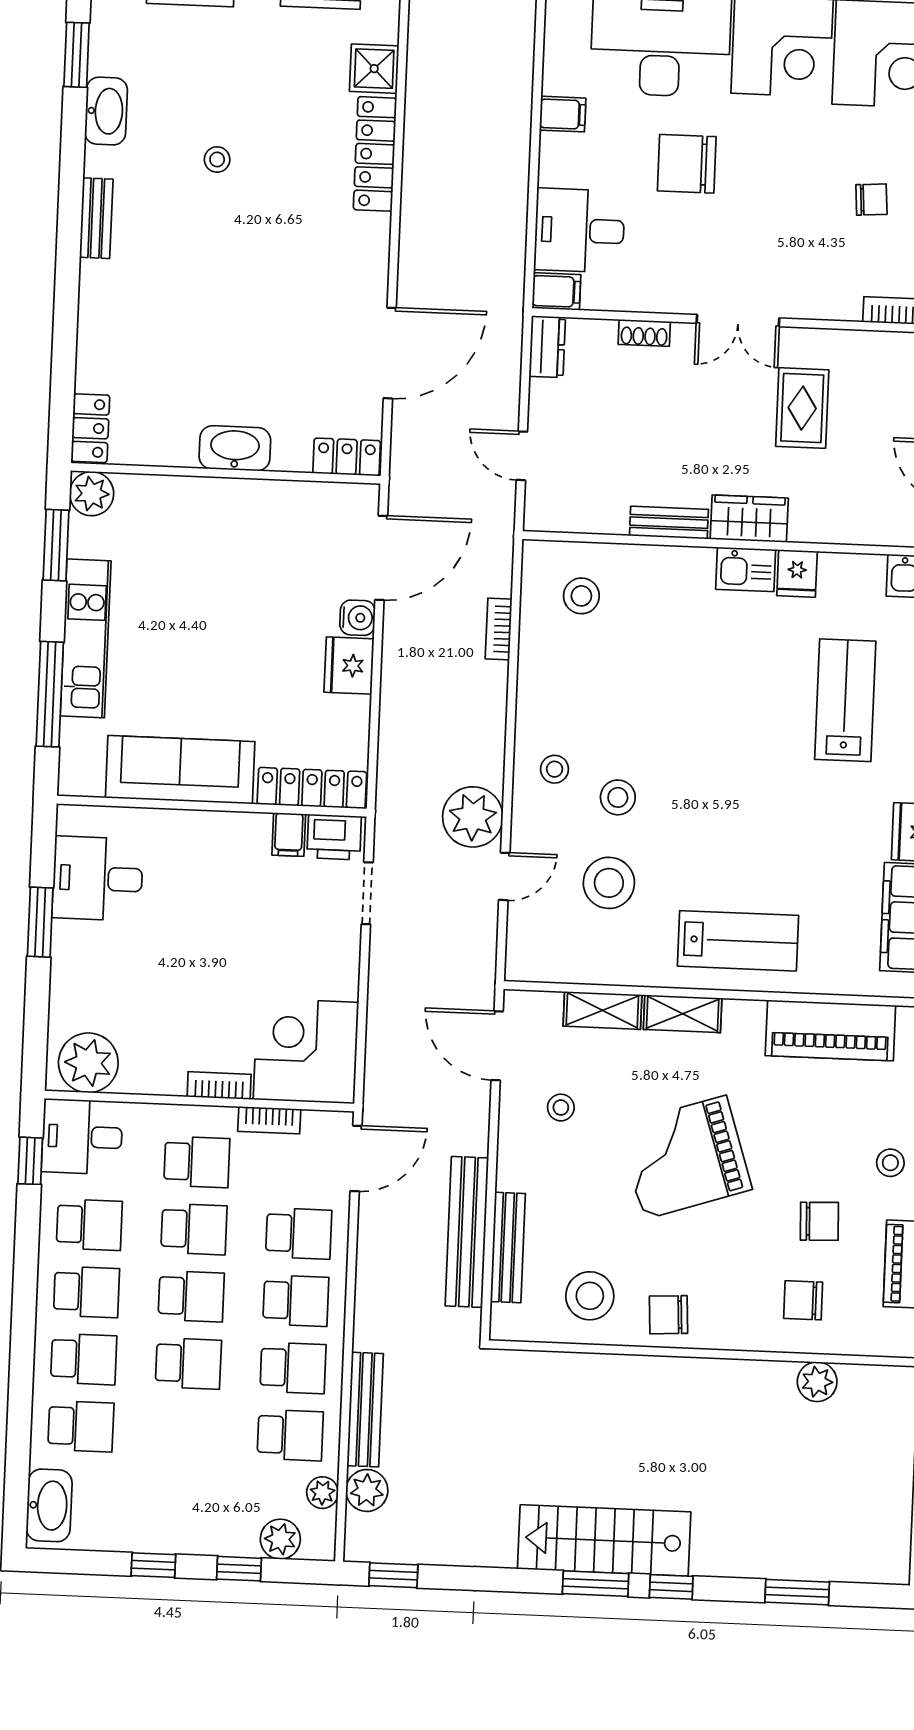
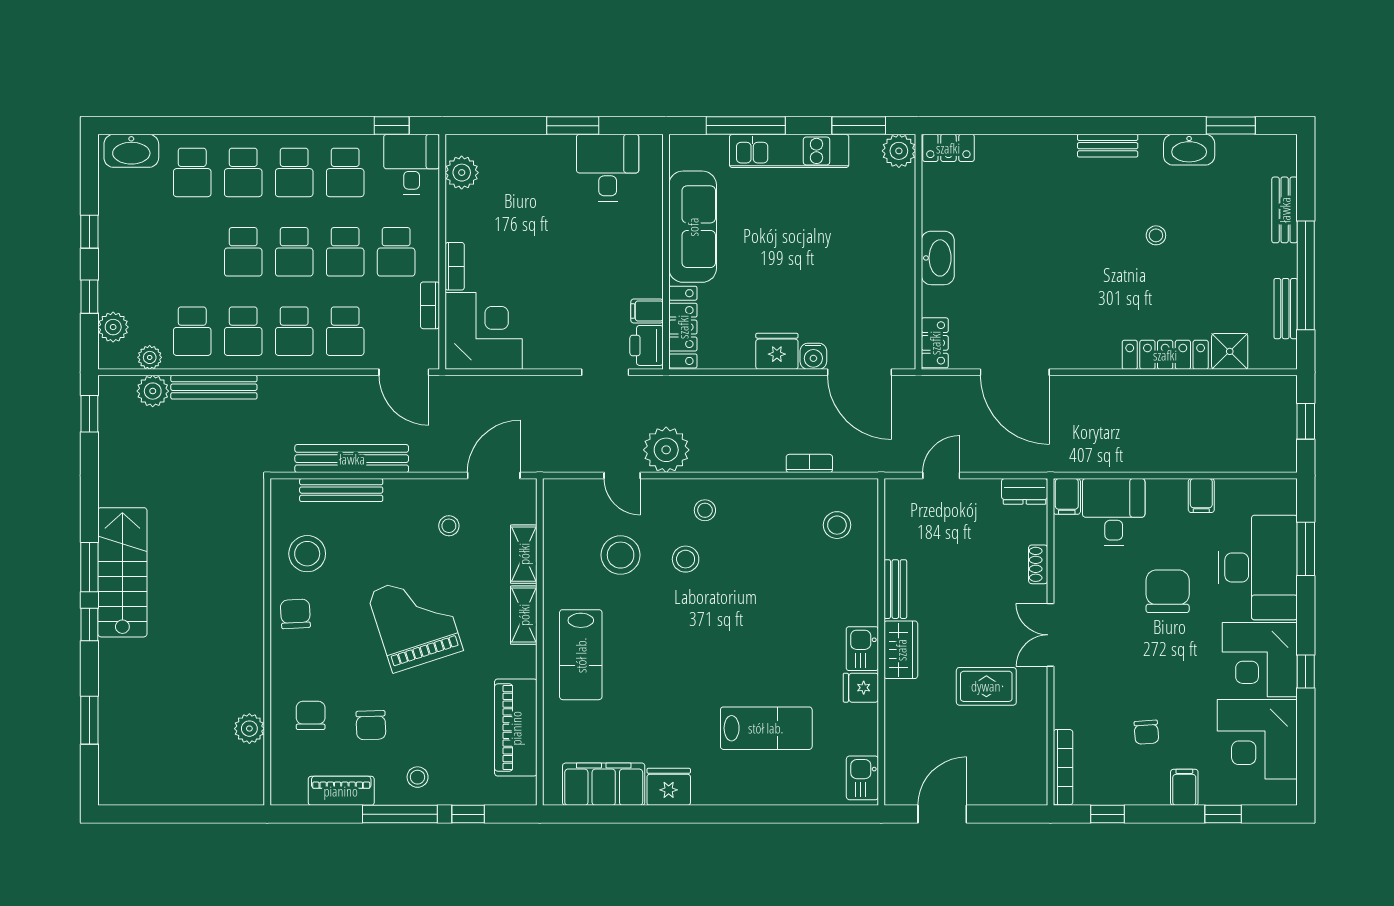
plant: (88, 1063) -> (462, 173), width x0.73, depth x0.73

